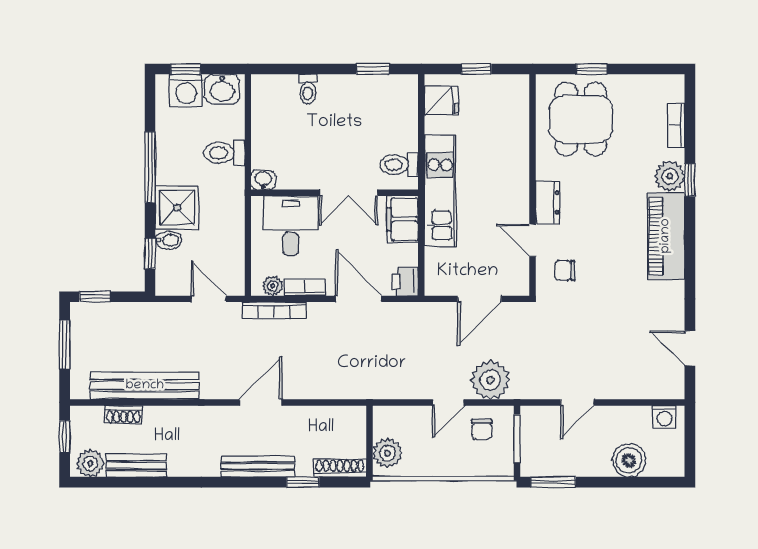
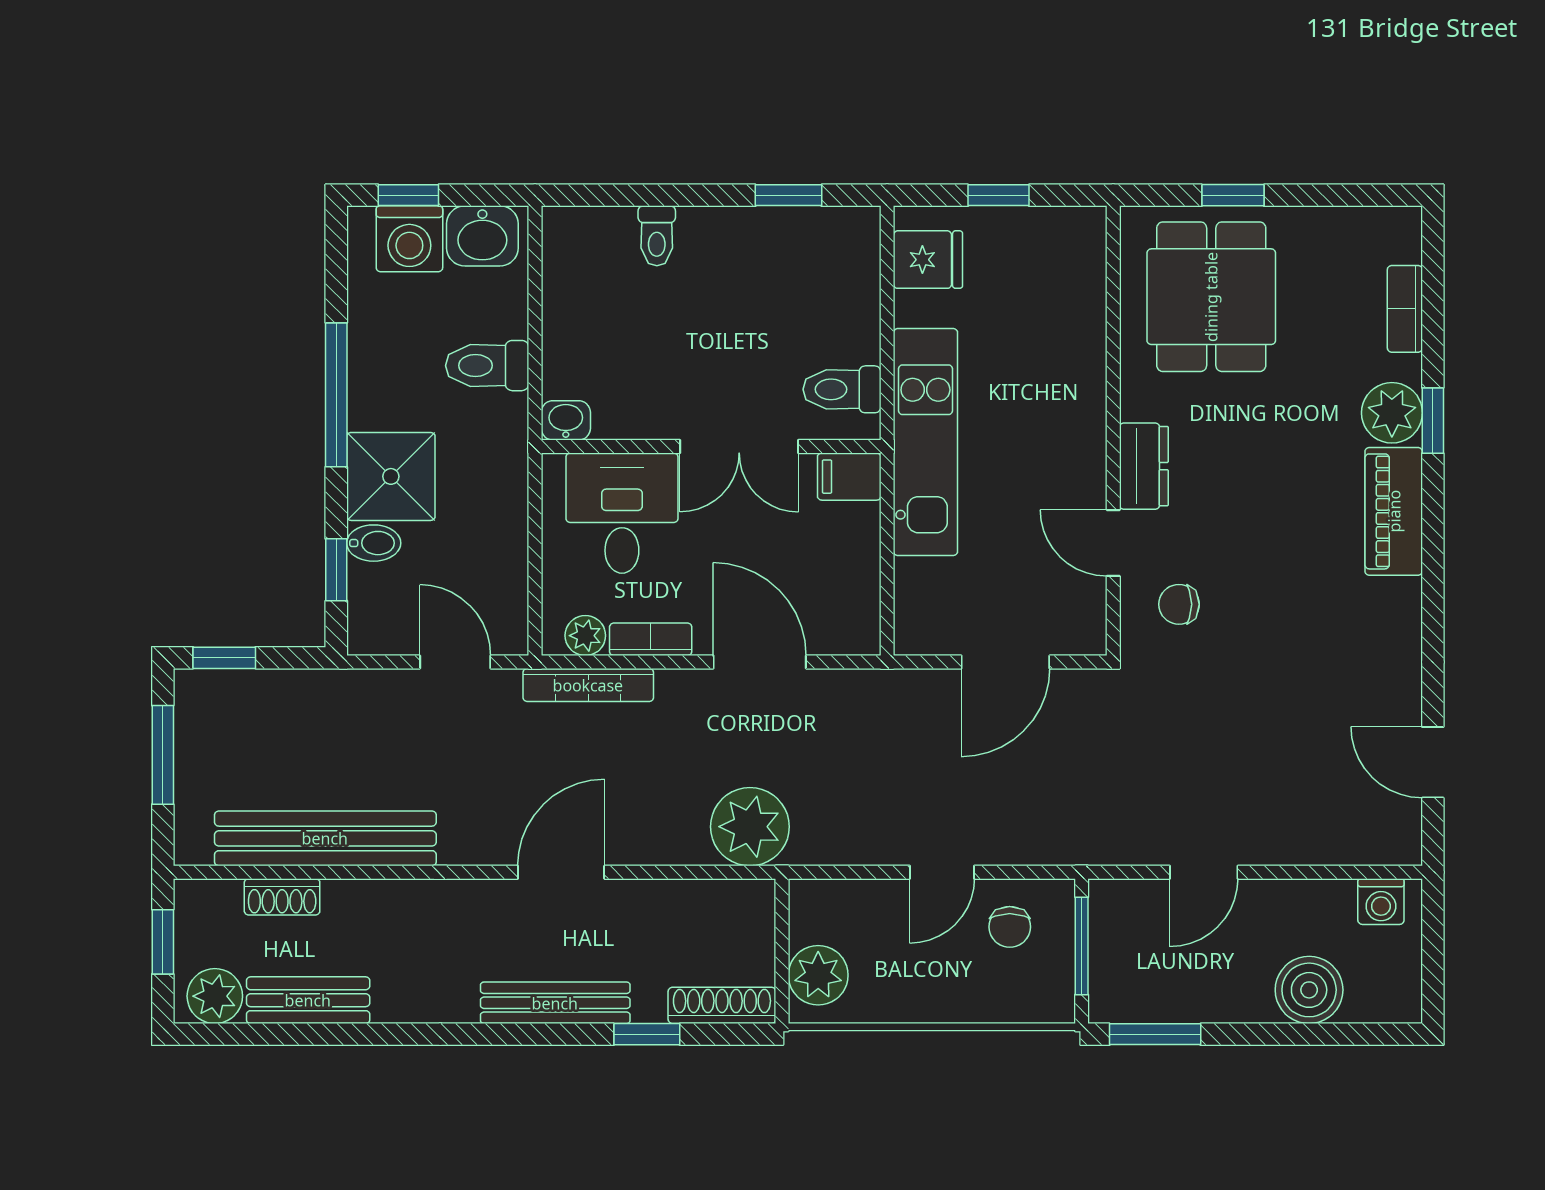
filing cabinet: (403, 219) -> (849, 477), width x0.50
piano: (666, 236) -> (1394, 511), width x0.73, depth x0.75
printer: (405, 281) -> (854, 626), removed
plant: (490, 380) -> (750, 827), moved

